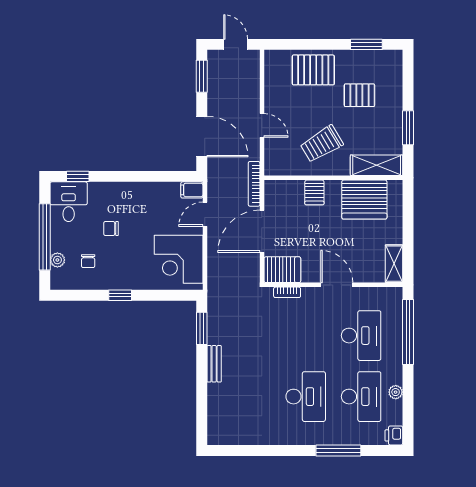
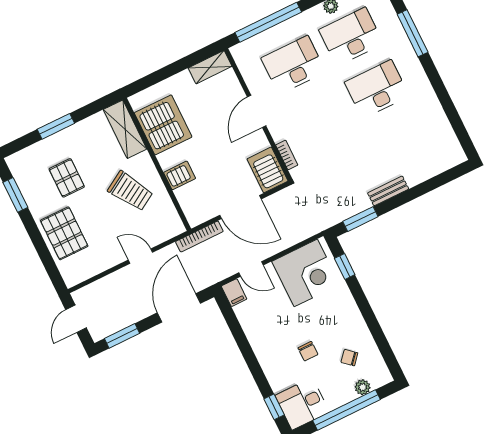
door: (262, 125) -> (140, 256), hinge flipped
window: (408, 128) -> (56, 126), moved
chair: (88, 261) -> (349, 358), turned -139
window: (120, 295) -> (345, 267), moved

